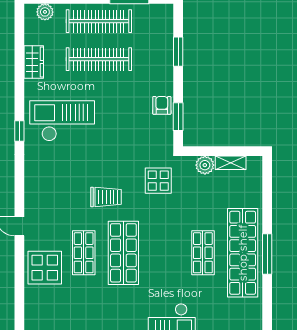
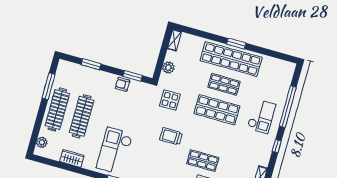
shelving: (231, 163) -> (174, 40), moved
trolley: (106, 197) -> (171, 136), turned -90
shop shelf: (123, 253) -> (217, 110), moved
window: (267, 254) -> (236, 44), width x0.69

